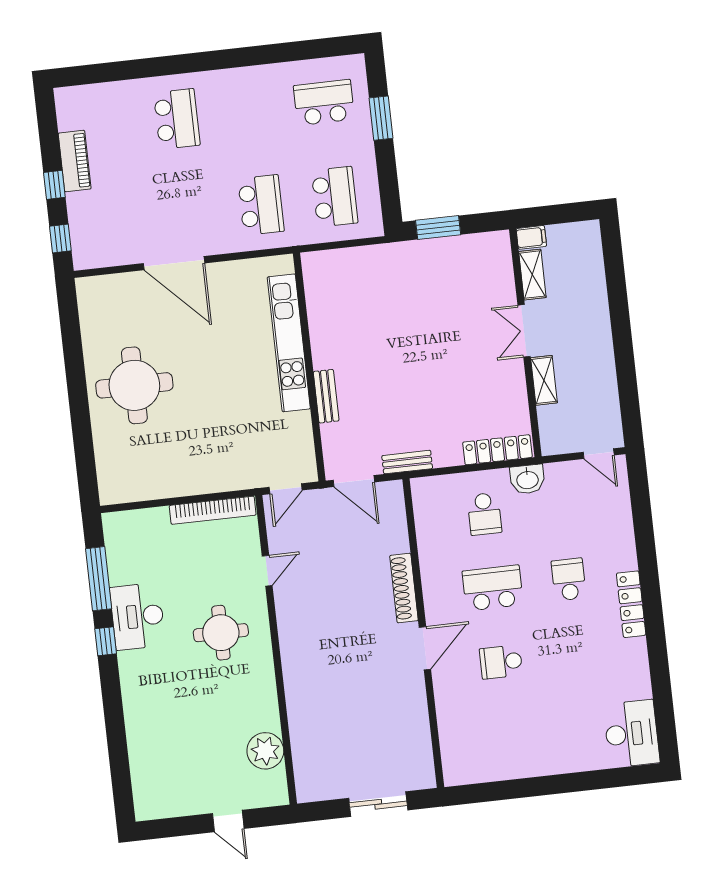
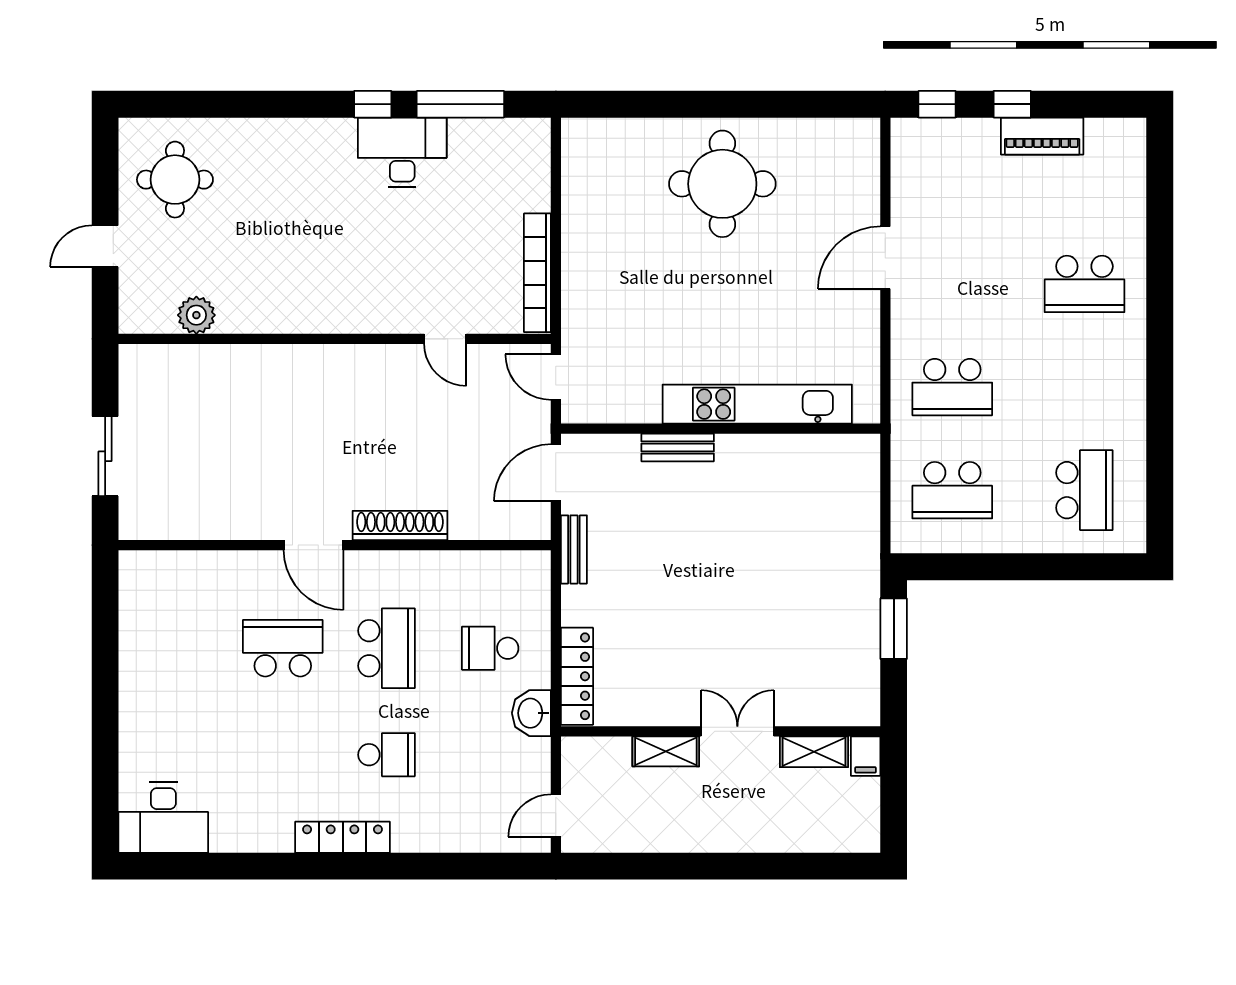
window: (381, 118) -> (1054, 567), removed
door: (174, 263) -> (885, 258), width x0.73
round table: (221, 633) -> (175, 180), moved
school desk: (501, 662) -> (283, 648), width x1.85
plant: (265, 751) -> (196, 315), width x0.73, depth x0.73

